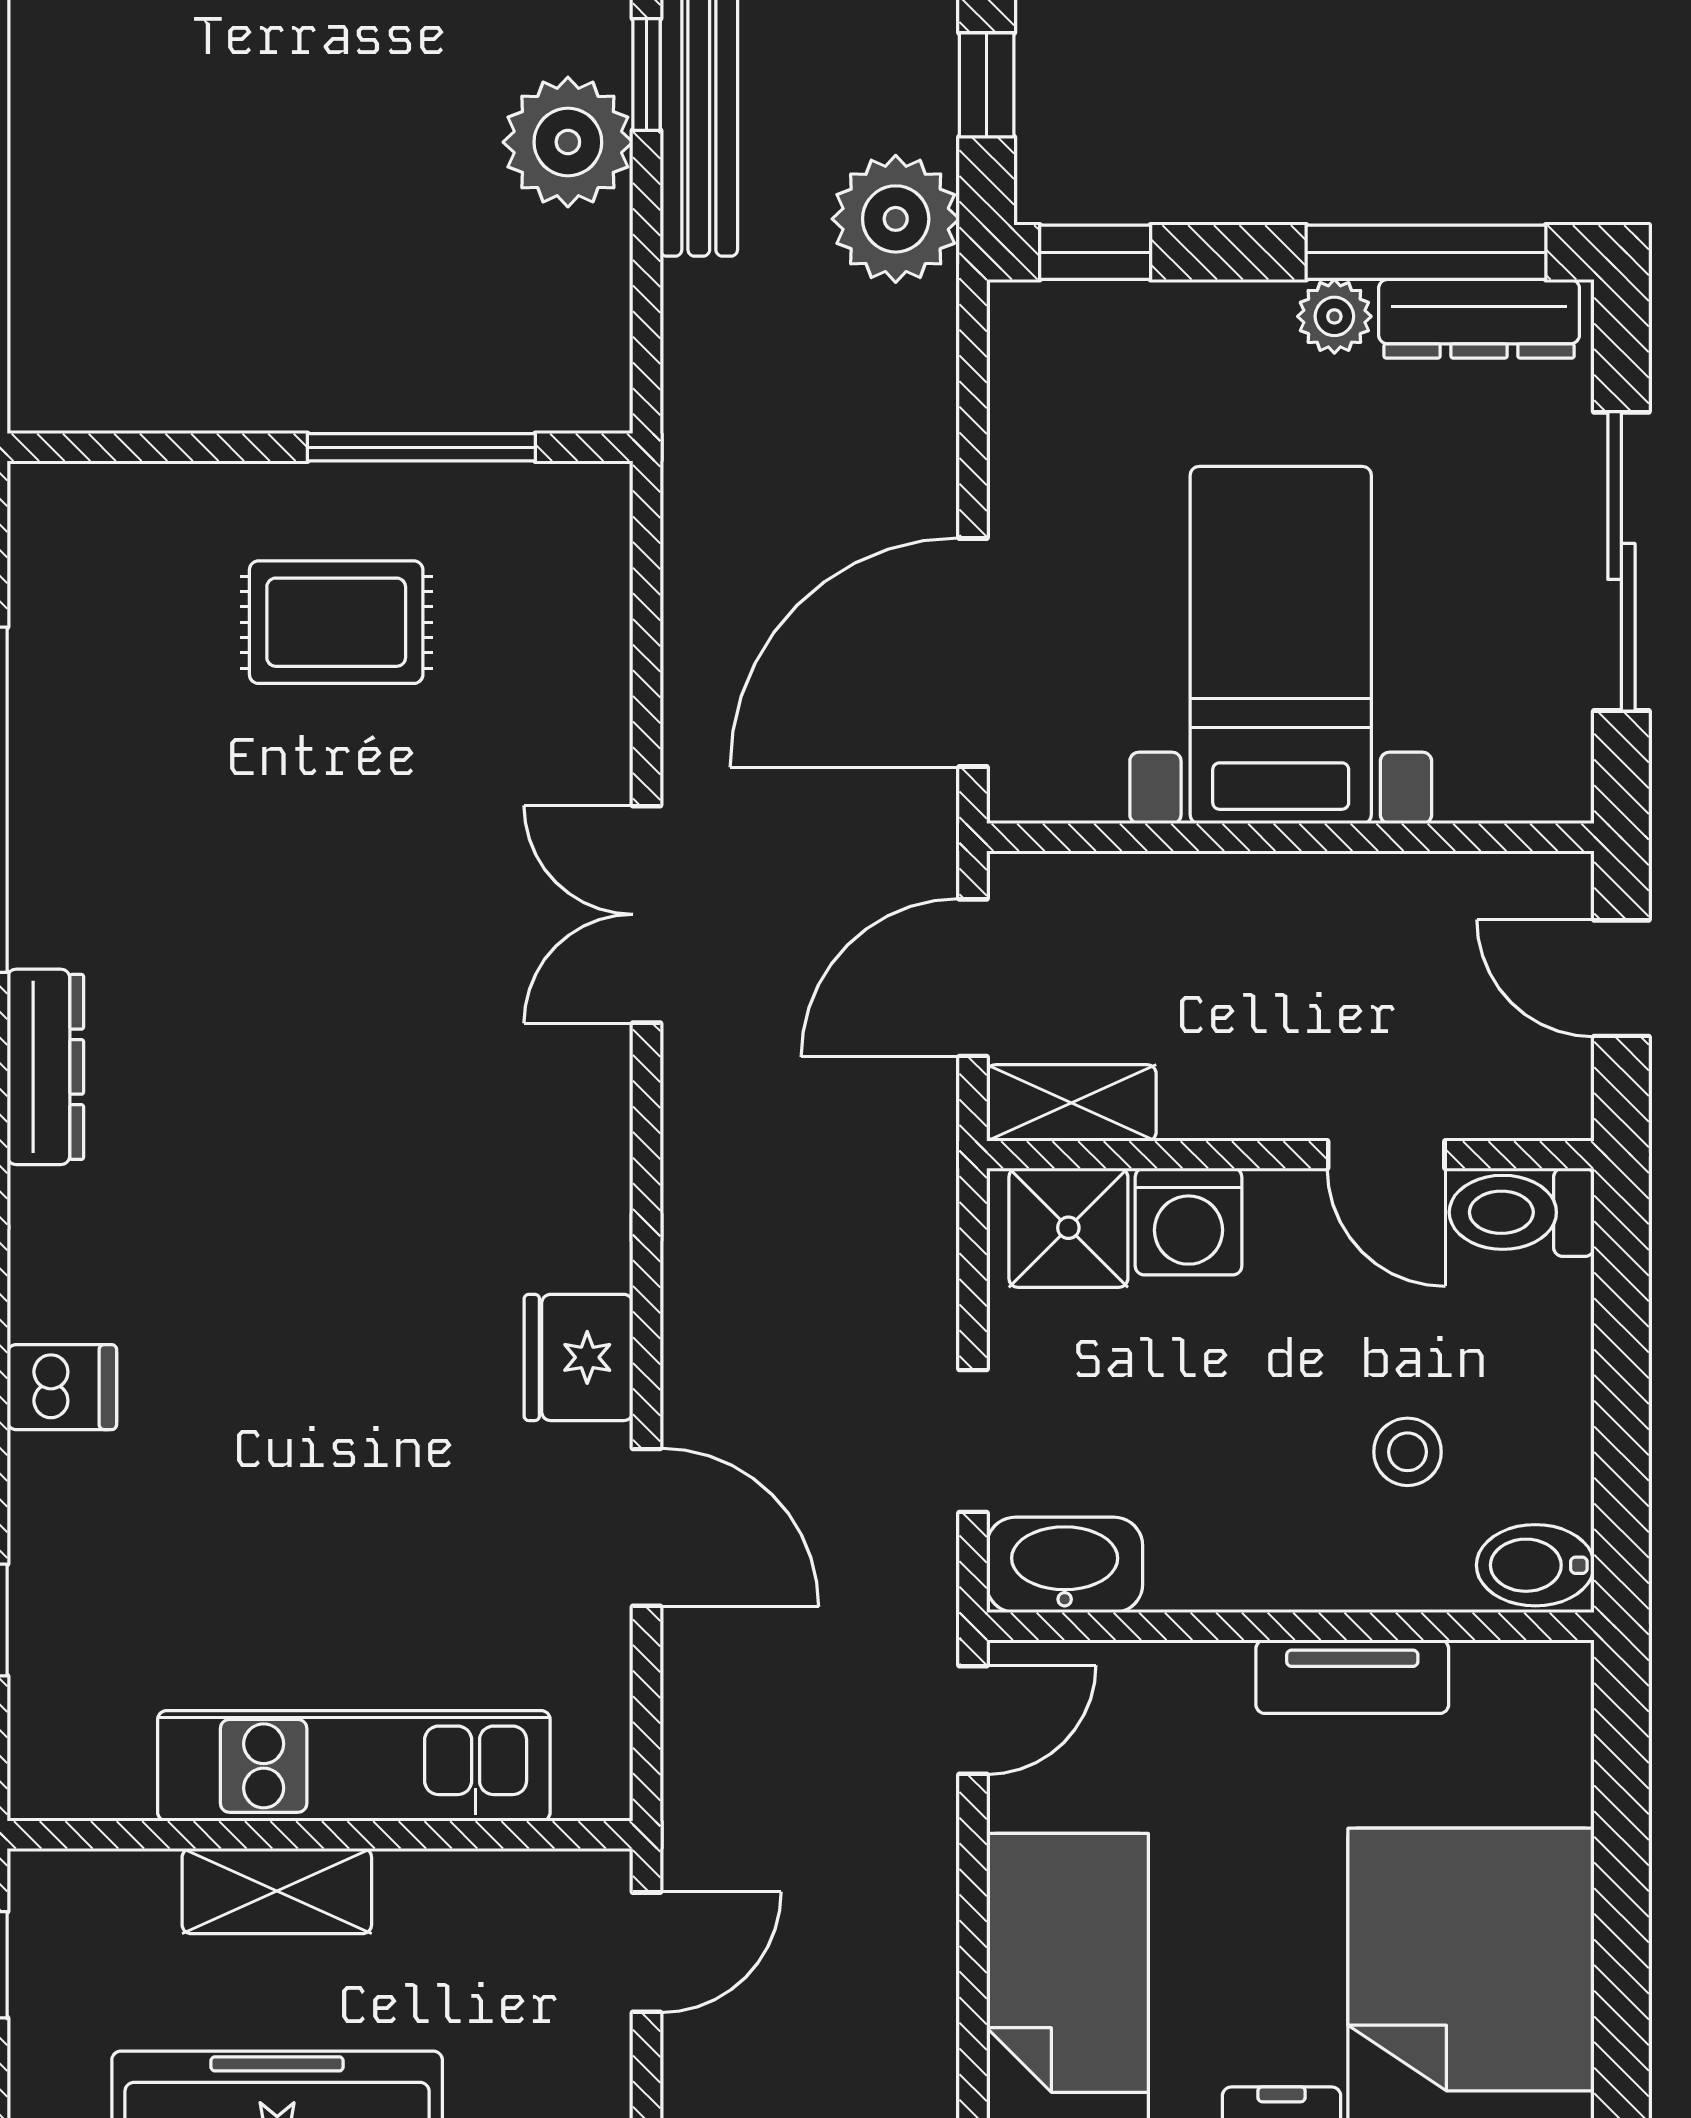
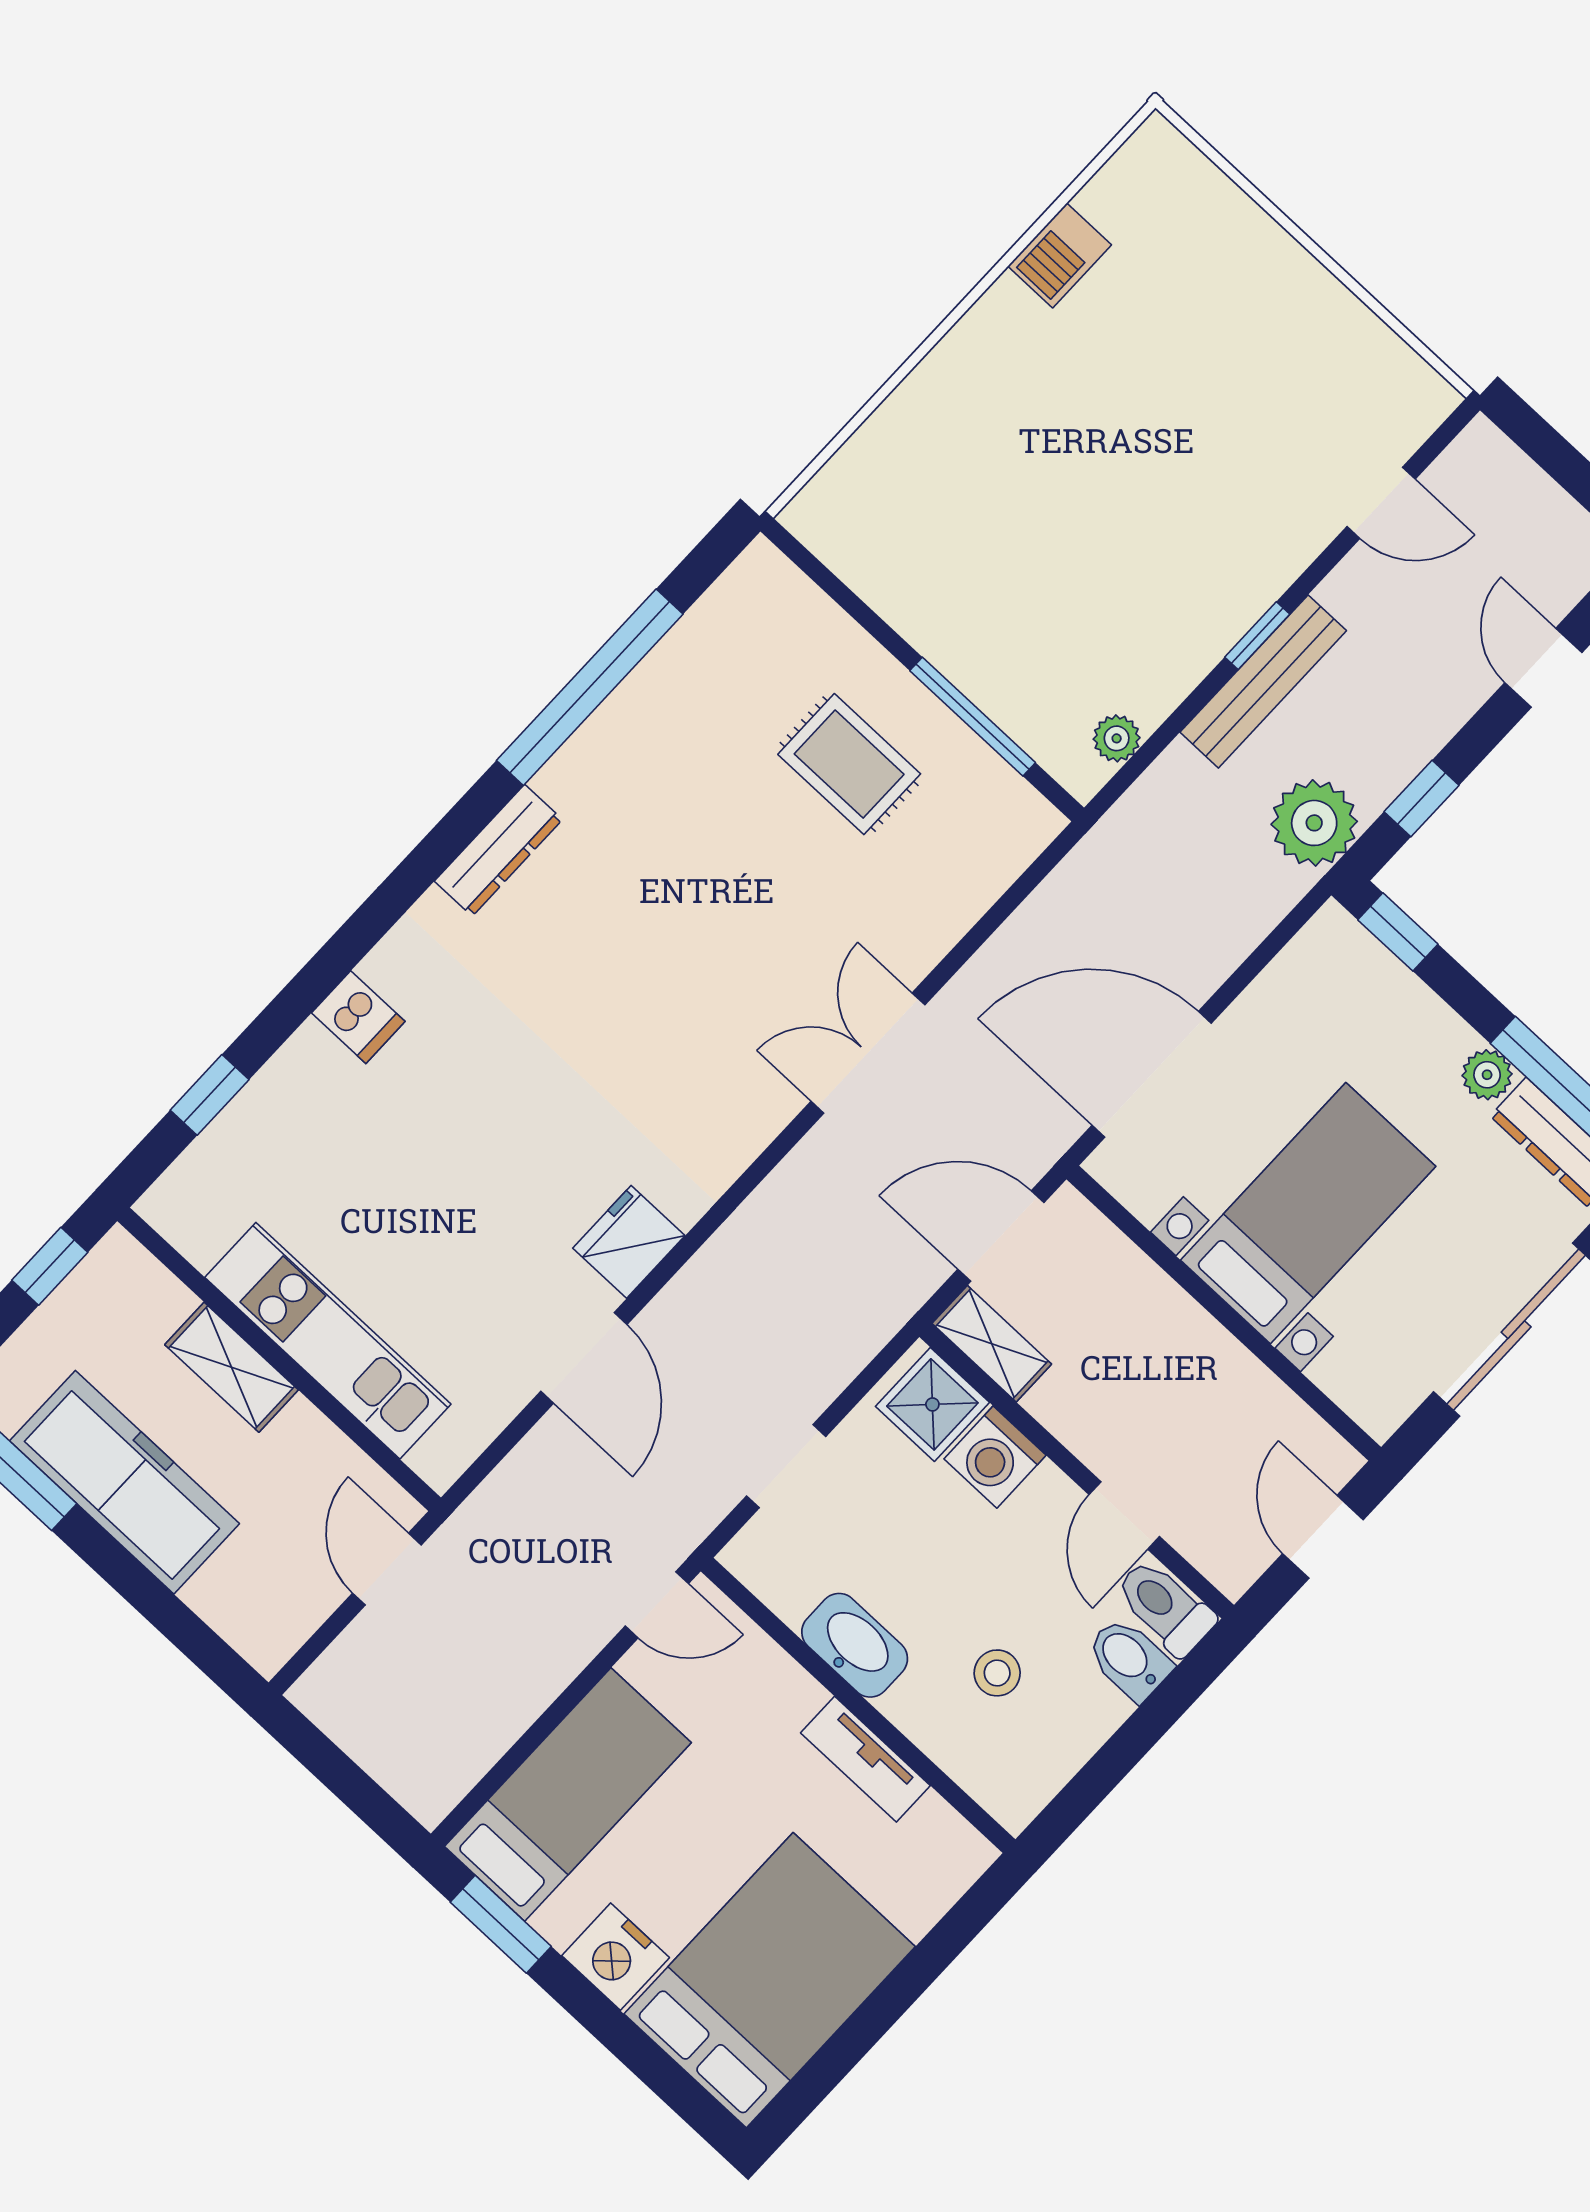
plant: (568, 142) -> (1117, 738), moved, width x0.53, depth x0.53
washbasin: (1065, 1565) -> (855, 1645), moved
bidet: (1535, 1565) -> (1129, 1659), moved
door: (646, 1952) -> (387, 1569), swing flipped

